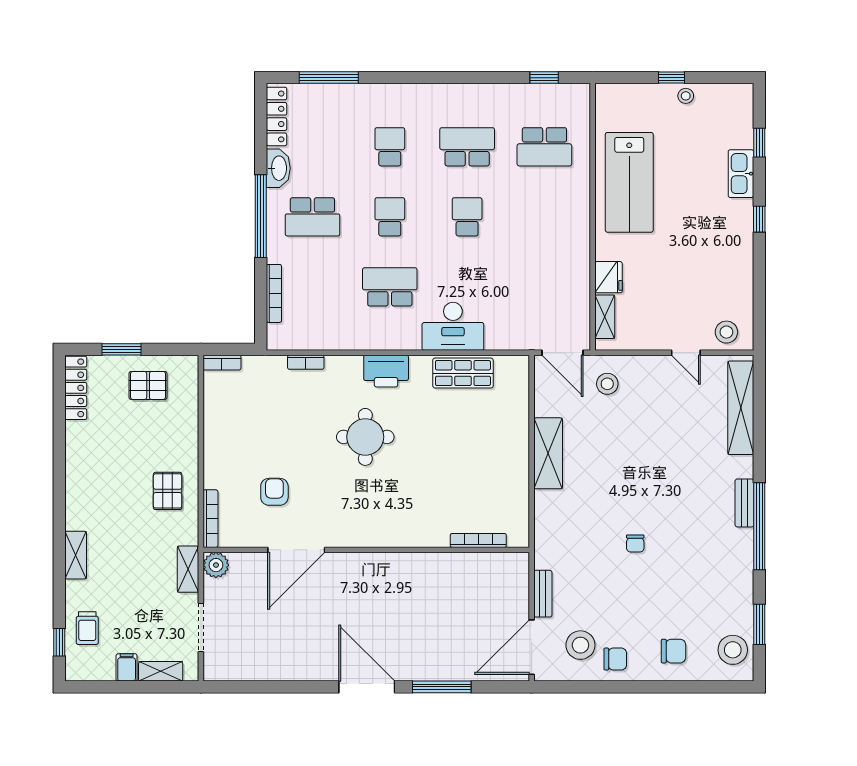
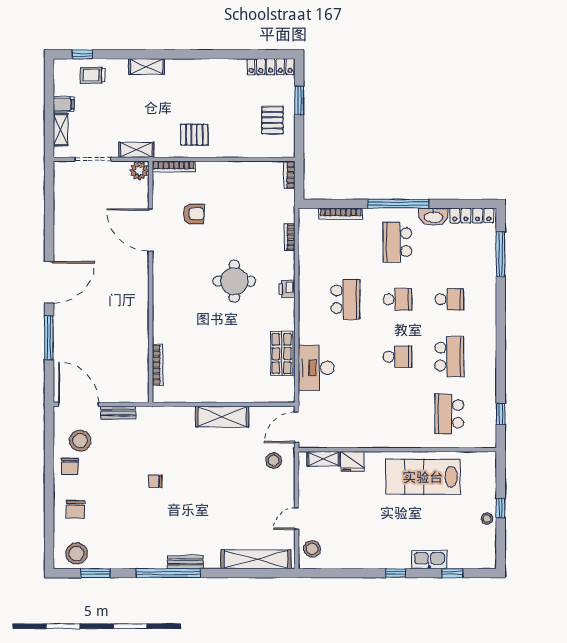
desk: (453, 326) -> (316, 368), moved
printer: (386, 371) -> (287, 289), width x0.53, depth x0.68

